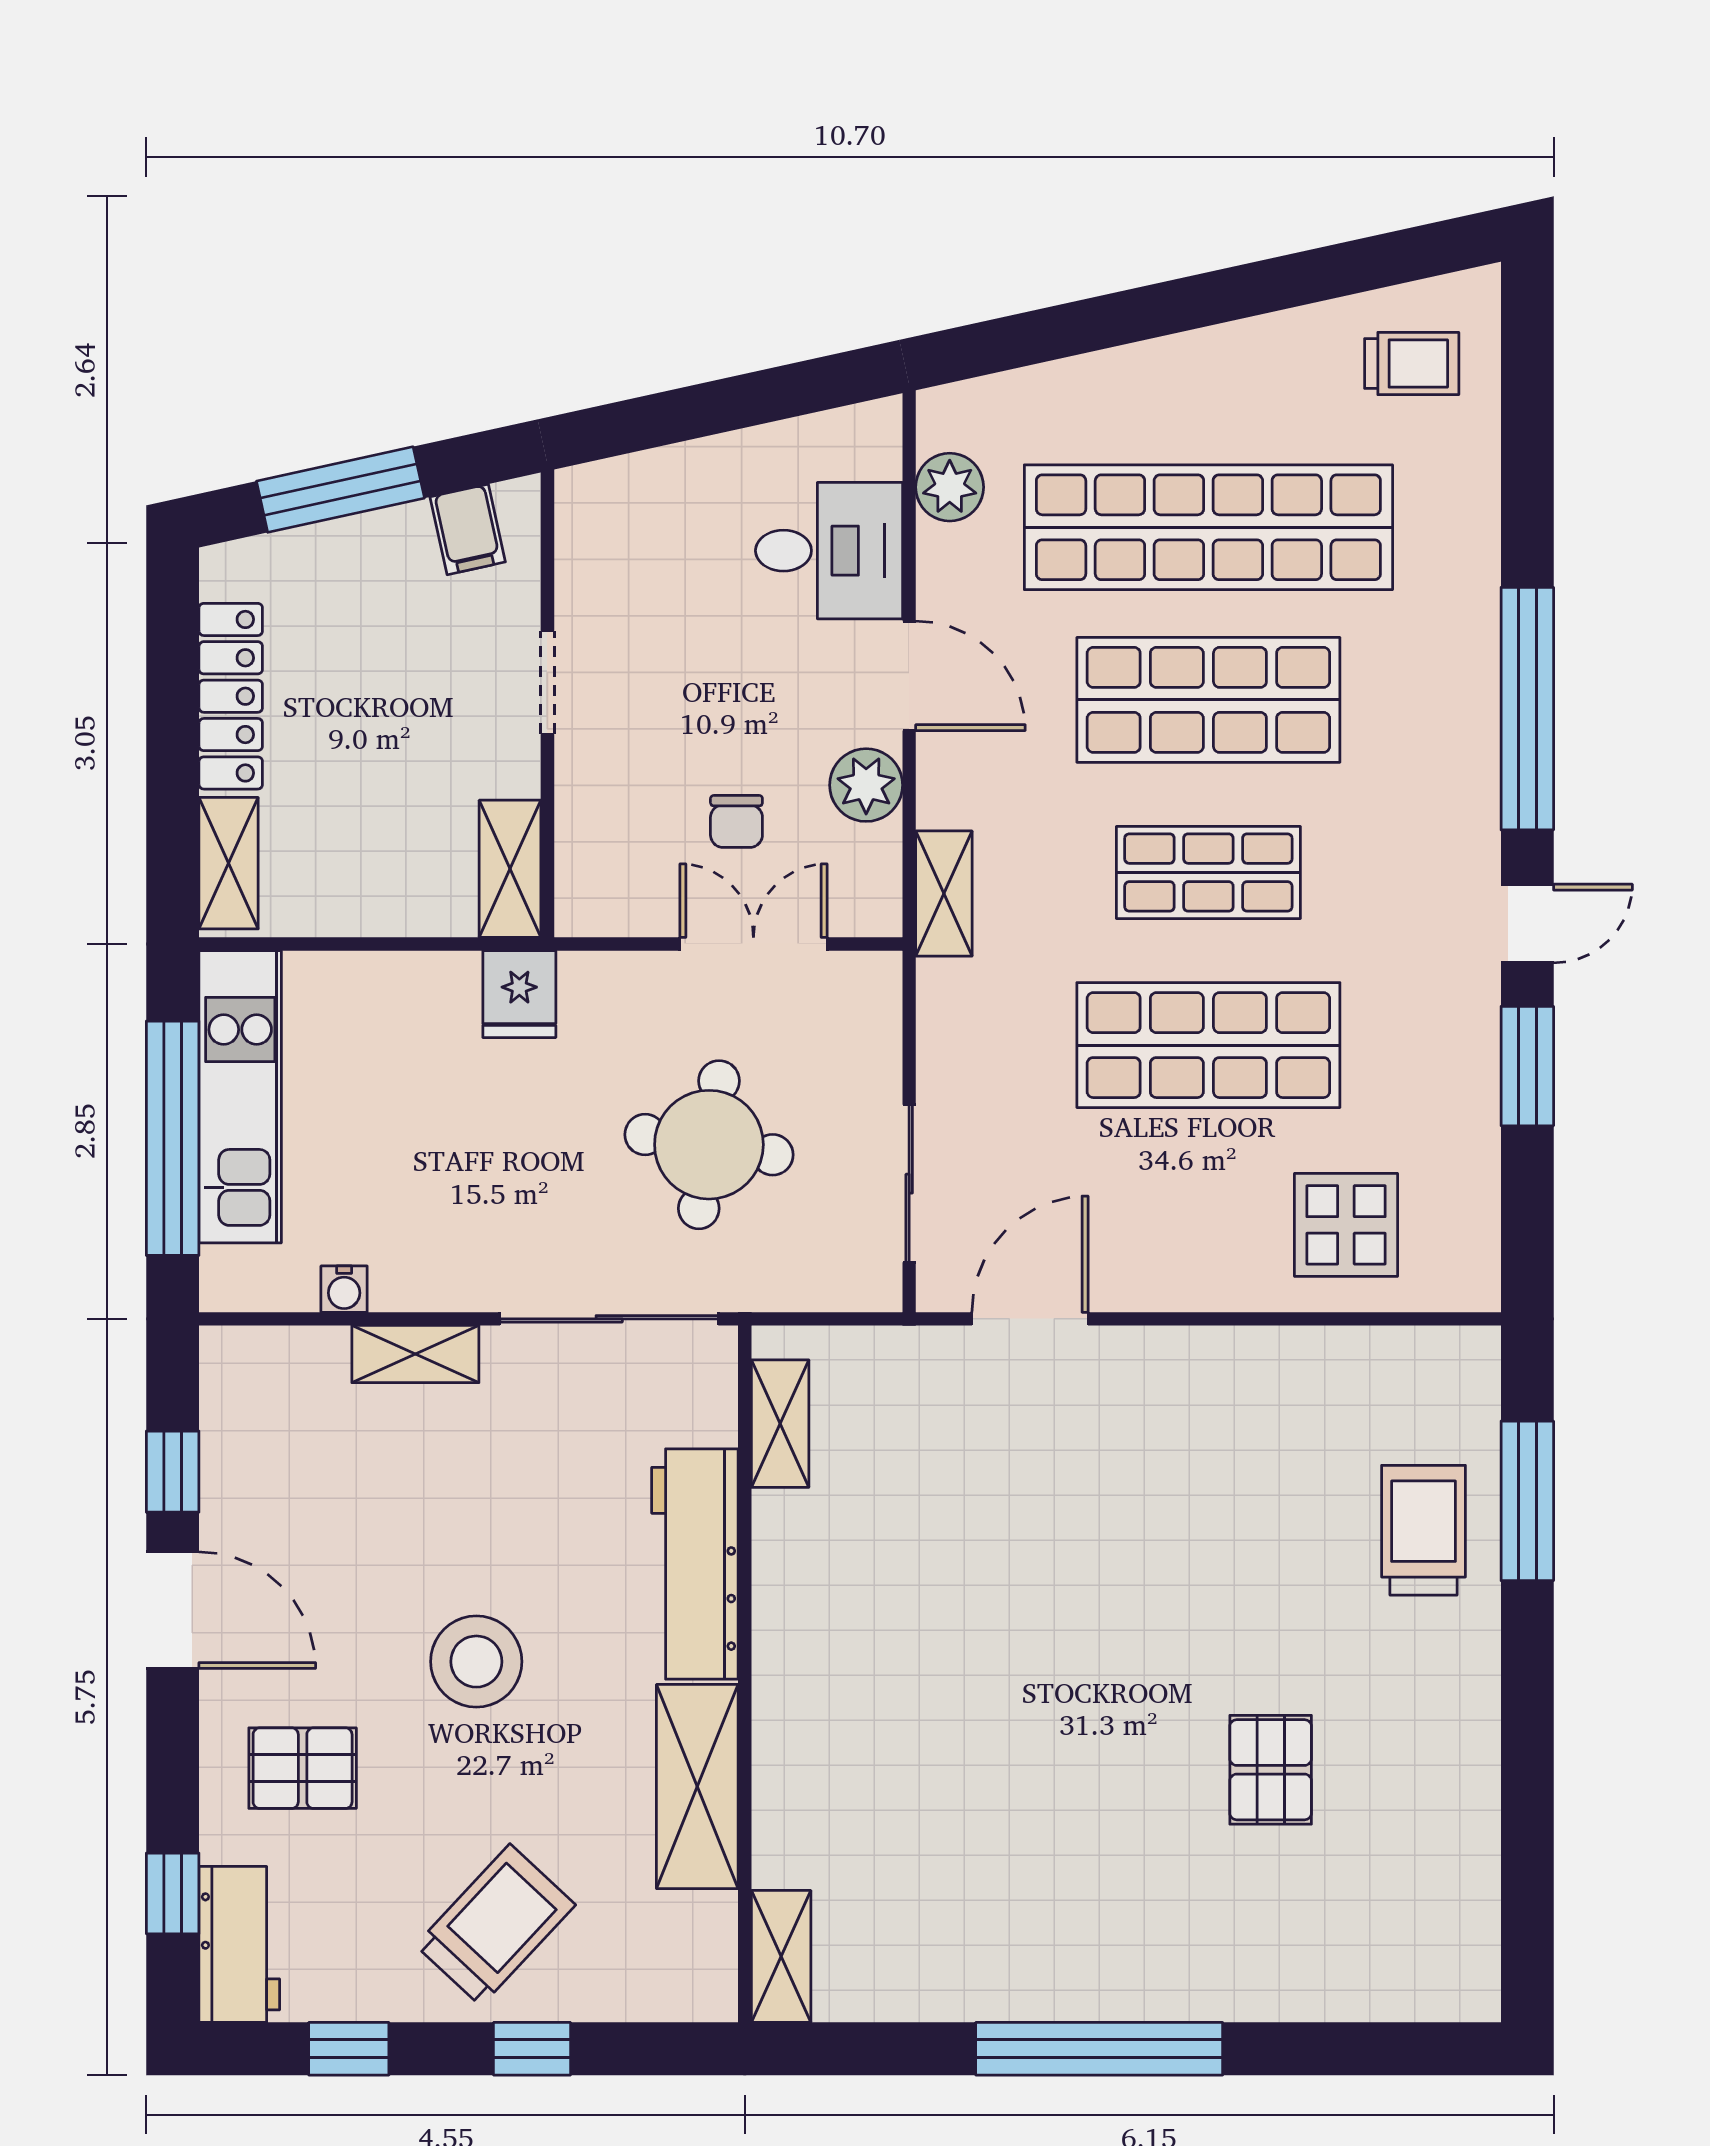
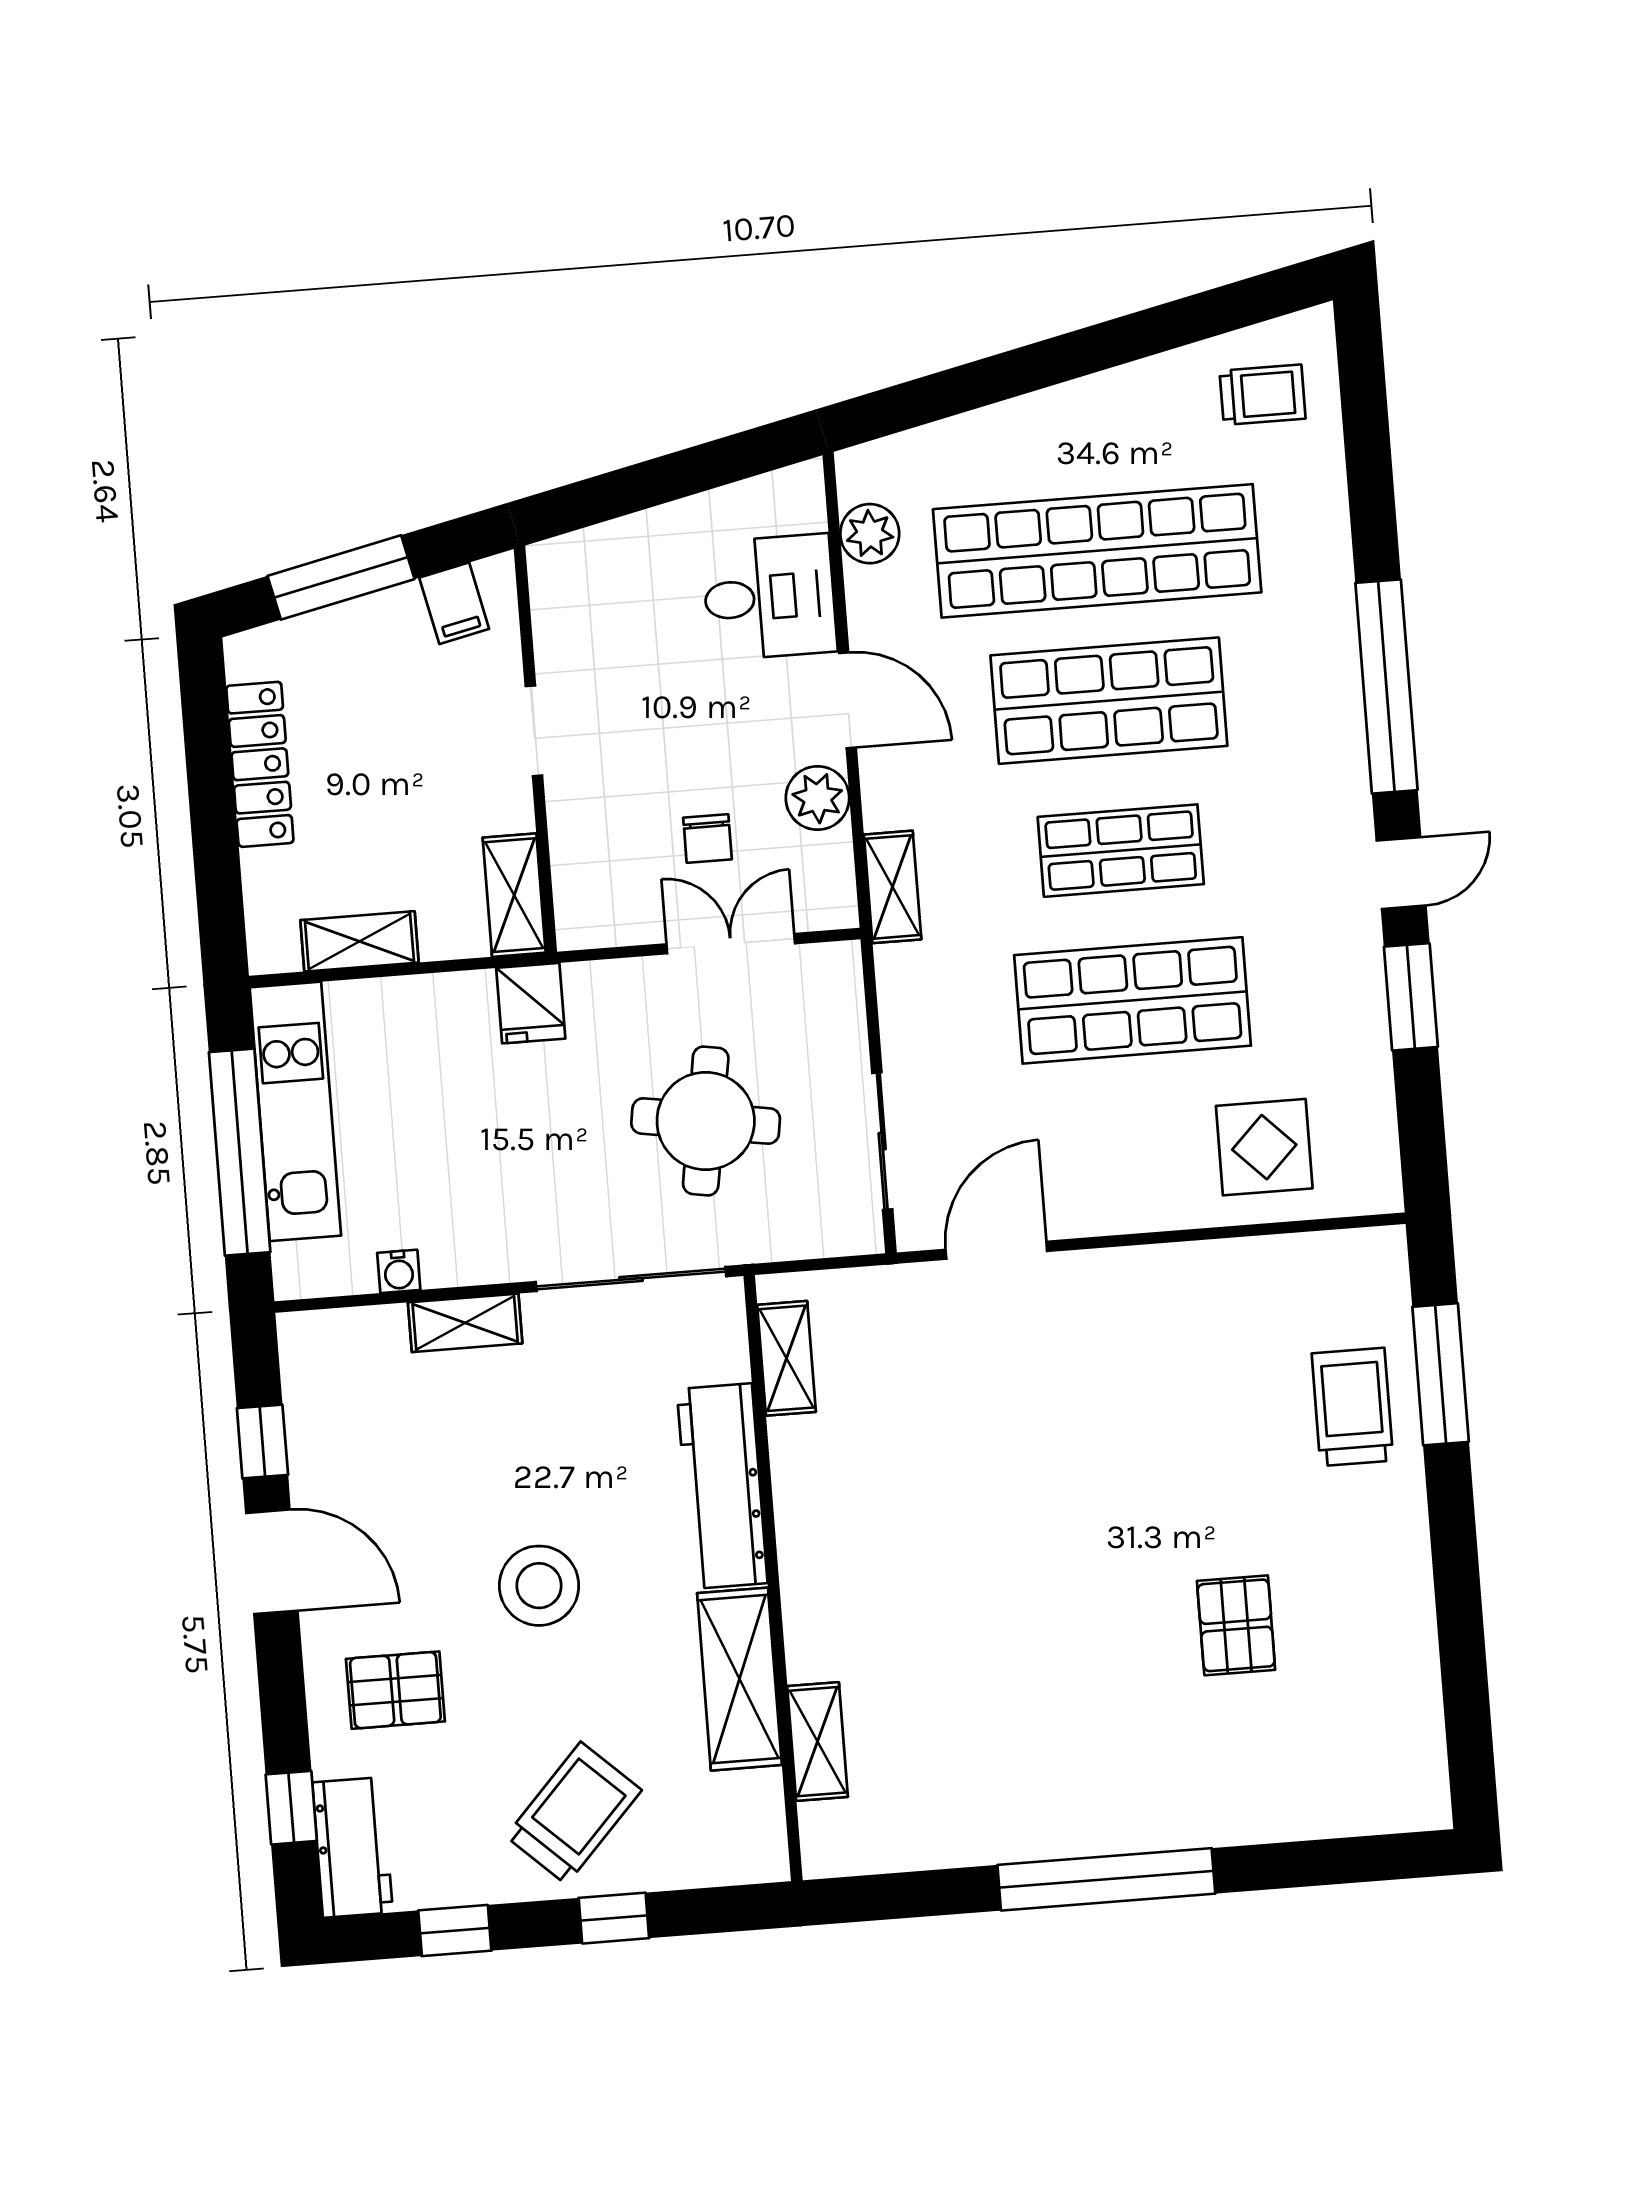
shelving: (229, 863) -> (359, 941), moved, turned 90
shelving: (781, 1956) -> (818, 1742), moved

